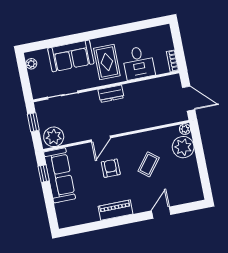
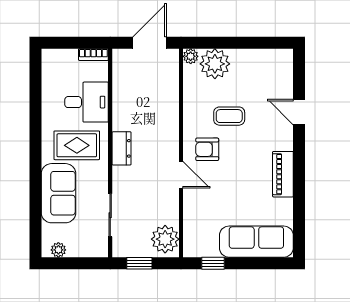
coffee table: (149, 164) -> (229, 116), turned -38
armchair: (111, 168) -> (207, 149), moved
sofa: (60, 175) -> (256, 242), moved

